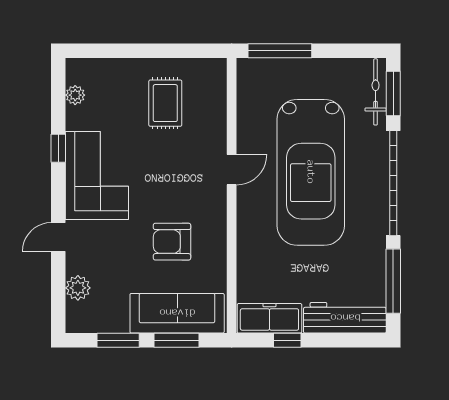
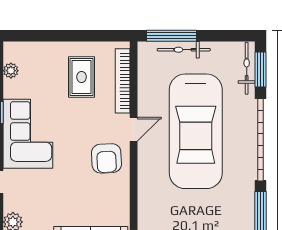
bicycle: (295, 68) -> (184, 50), added
bookcase: (218, 108) -> (123, 81), added
armchair: (172, 242) -> (106, 158), moved, turned -93

